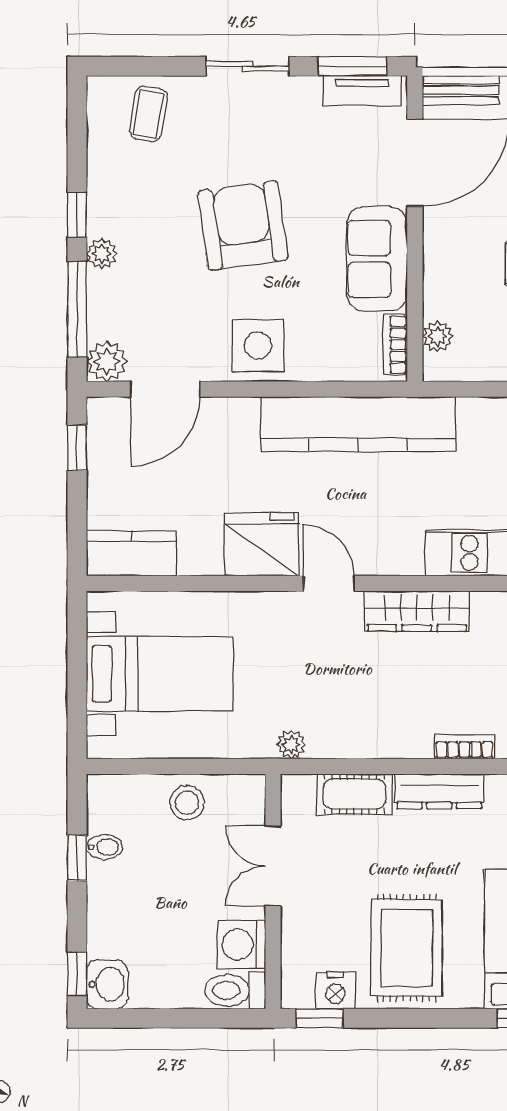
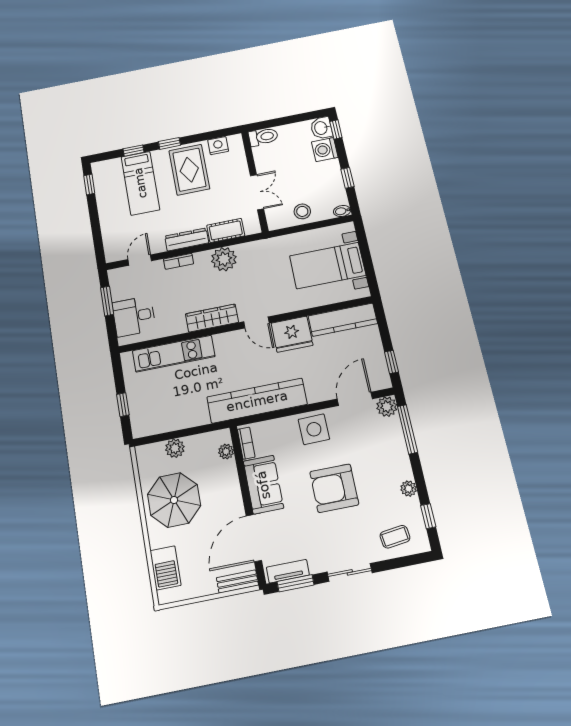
coffee table: (148, 114) -> (395, 537), turned 73
window: (77, 215) -> (428, 516), moved
armchair: (243, 225) -> (334, 488), turned 98
plant: (102, 254) -> (409, 489), moved
kitchen counter: (131, 553) -> (343, 320), width x1.50
plant: (291, 744) -> (224, 259), moved, width x1.88, depth x1.88
bidet: (104, 847) -> (342, 211), moved
washing machine: (241, 945) -> (325, 150), moved, turned 180
window: (320, 1018) -> (169, 143), moved

